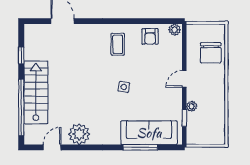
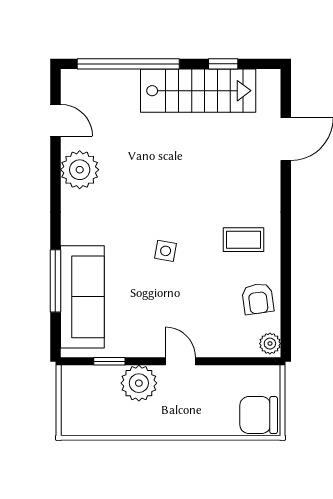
armchair: (150, 36) -> (258, 299), turned -98
chair: (211, 53) -> (259, 415), moved
stairs: (36, 92) -> (198, 91), moved
plant: (192, 106) -> (139, 383), width x1.87, depth x1.87

